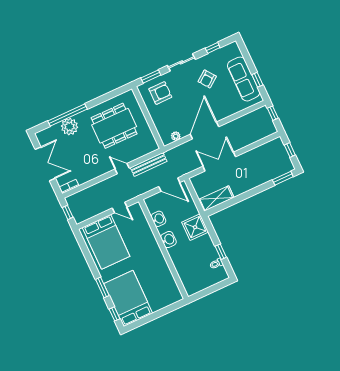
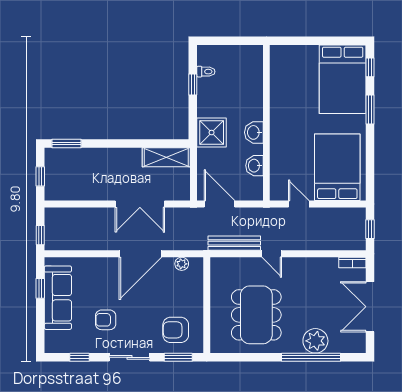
armchair: (207, 79) -> (106, 320), turned -143
dining table: (114, 126) -> (256, 315), turned 90

